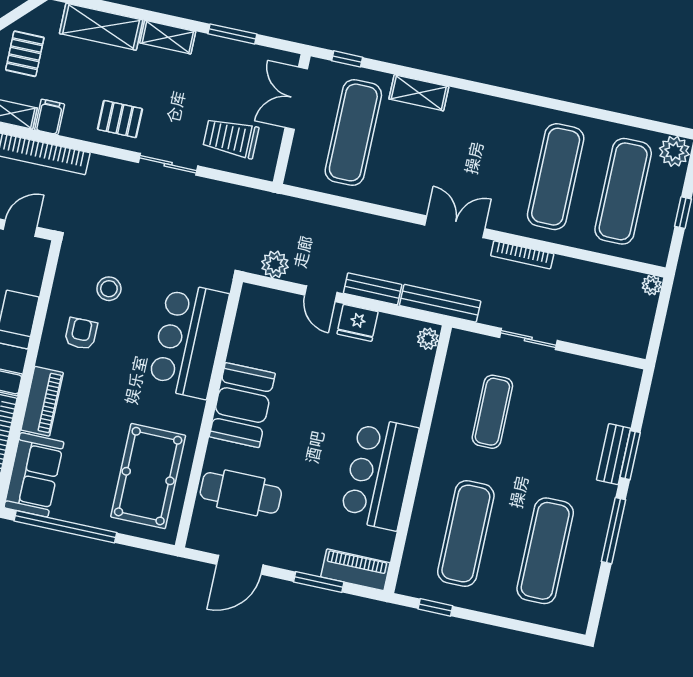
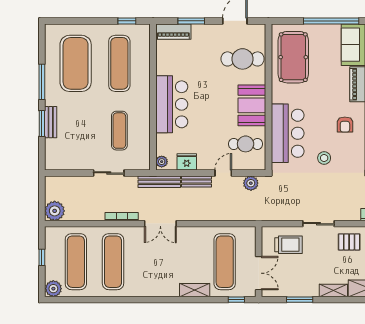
plant: (652, 285) -> (55, 211), width x1.87, depth x1.87
stool: (109, 289) -> (324, 158), moved
door: (321, 294) -> (223, 173), hinge flipped
fridge: (358, 323) -> (187, 162), moved
cafe table: (269, 338) -> (246, 144), added
bar counter: (379, 473) -> (172, 104), moved
exercise mat: (545, 551) -> (76, 63), width x1.47

